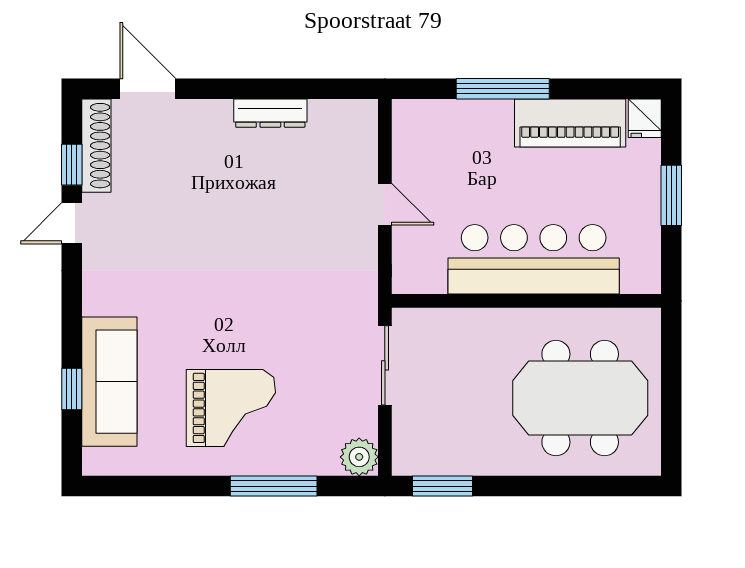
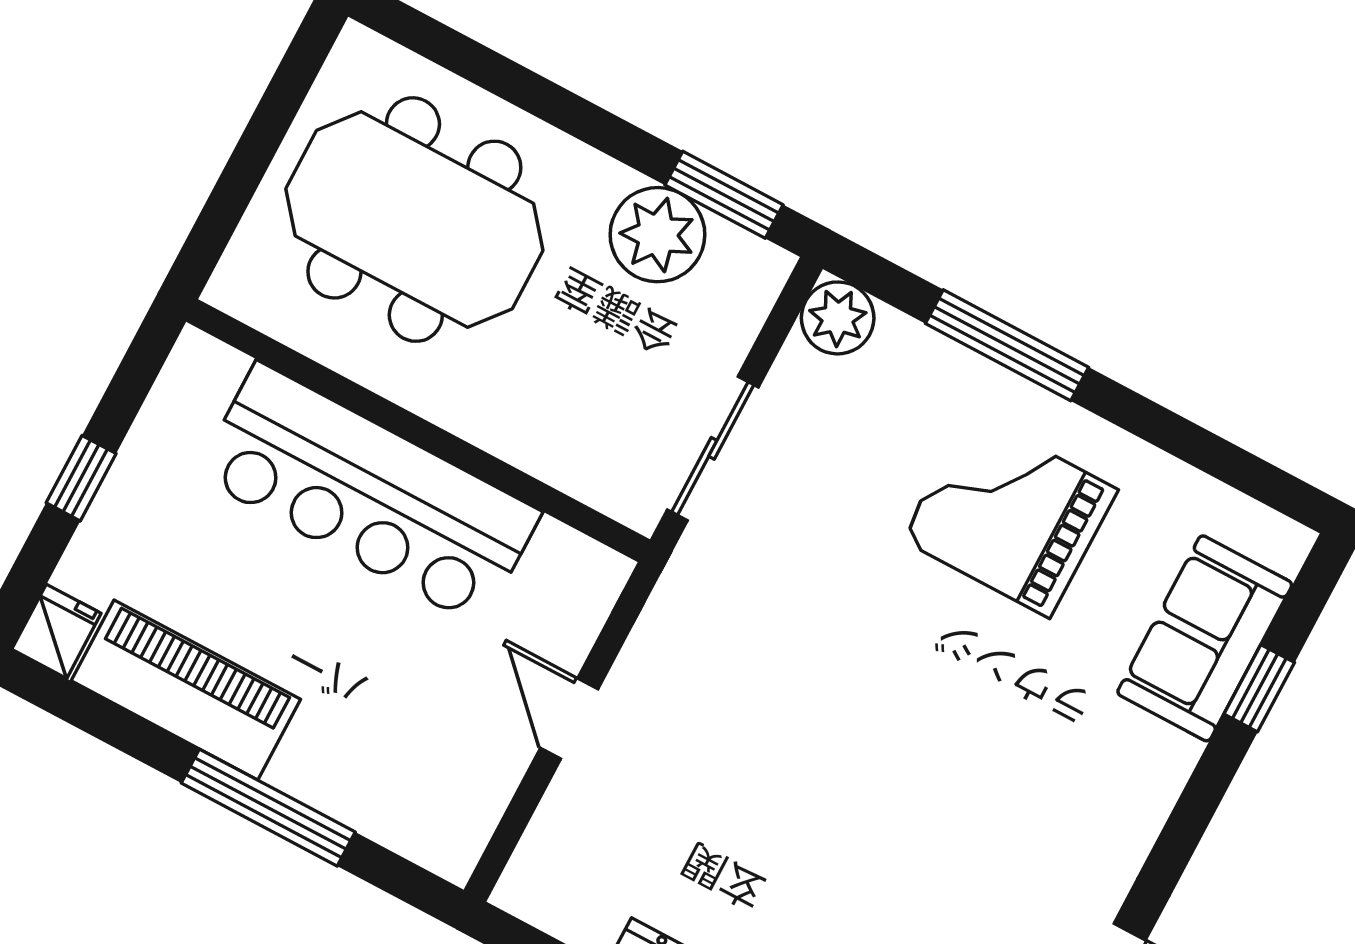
window: (671, 195) -> (81, 478), width x0.67
sofa: (109, 382) -> (1205, 638), width x0.73
plant: (463, 451) -> (657, 235), added

